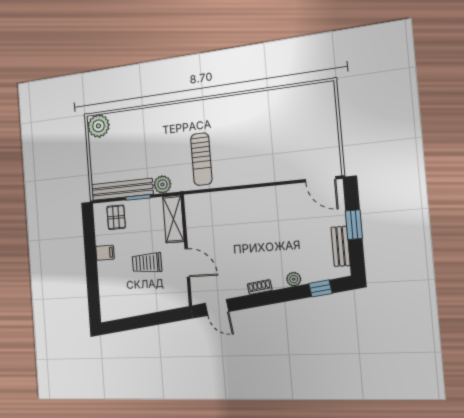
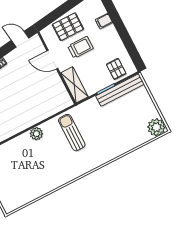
plant: (162, 184) -> (36, 134), moved
filing cabinet: (105, 253) -> (104, 21), moved
pallet: (152, 295) -> (68, 27), added

